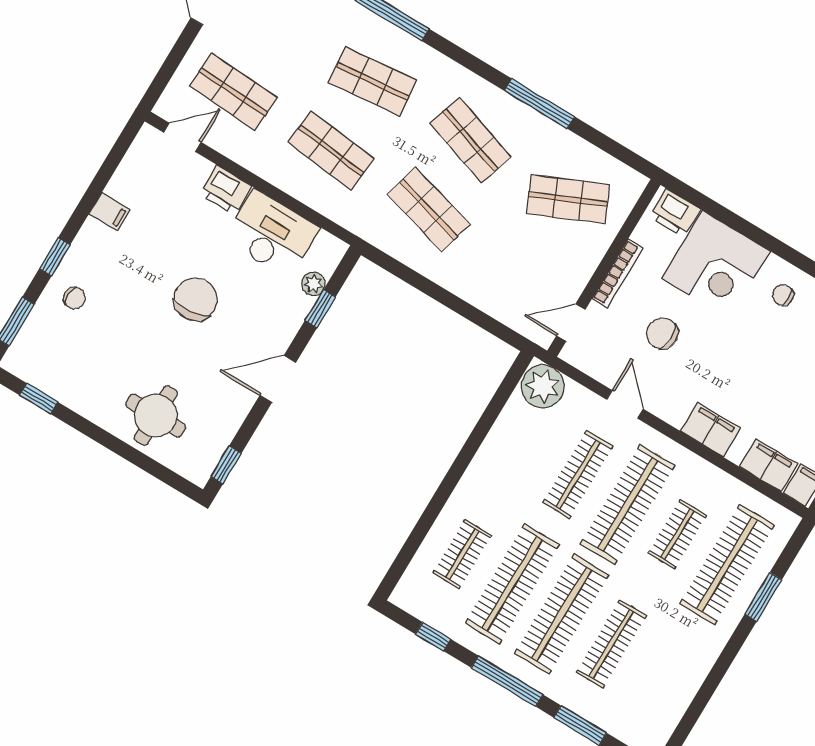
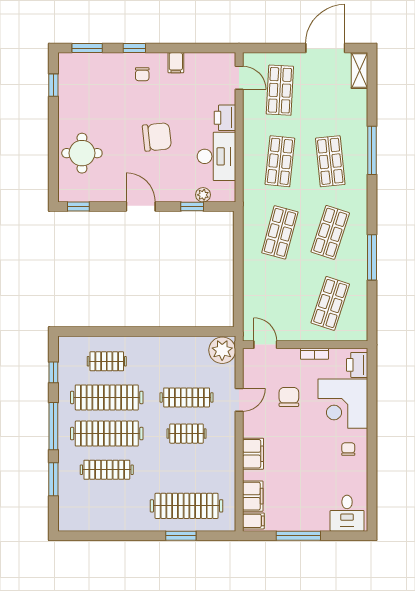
shop shelf: (568, 199) -> (330, 303), turned 42
bookcase: (618, 273) -> (314, 354), width x0.64
chair: (74, 298) -> (142, 74), moved
clothes rail: (628, 504) -> (187, 434), width x0.54, depth x0.76
clothes rail: (677, 534) -> (187, 470), removed

